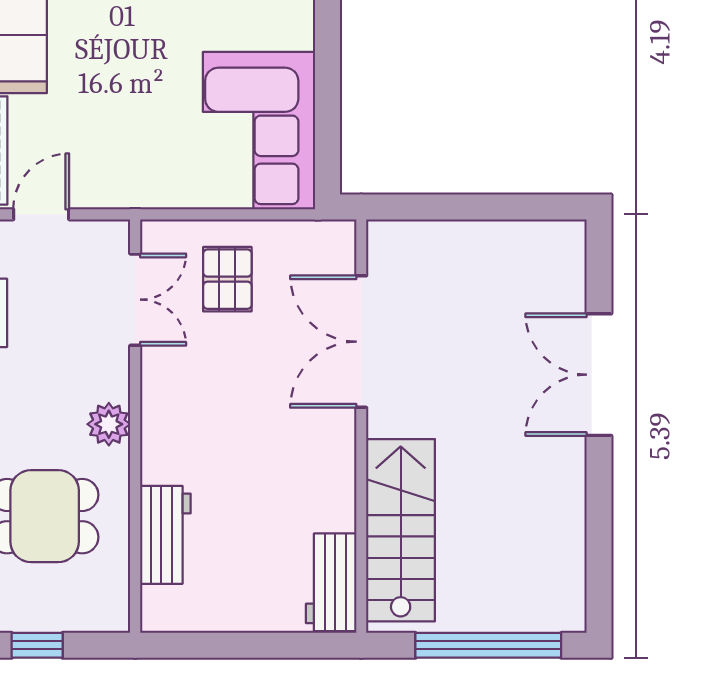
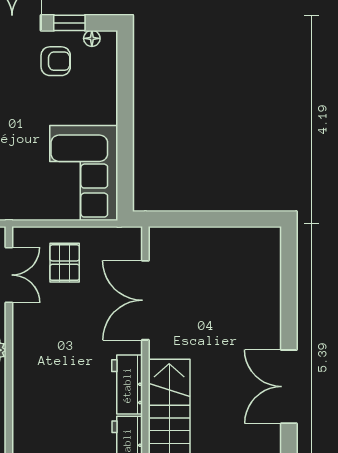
double door: (599, 375) -> (289, 387), moved
workbench: (165, 535) -> (127, 385), moved, turned 180

